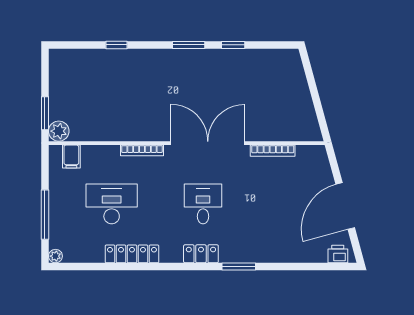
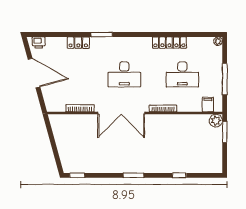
window: (233, 45) -> (77, 175), moved
desk: (203, 204) -> (124, 74), width x1.37
door: (345, 206) -> (34, 73), hinge flipped
window: (45, 215) -> (225, 79), moved
locker: (201, 254) -> (78, 43), moved

